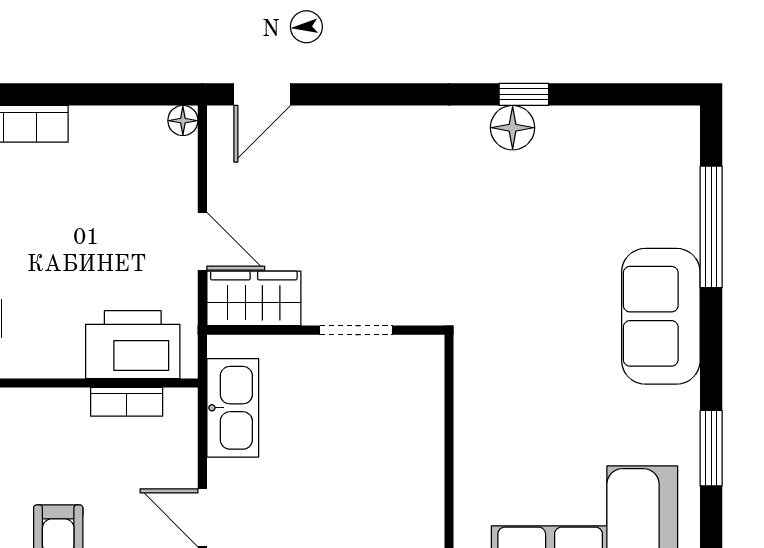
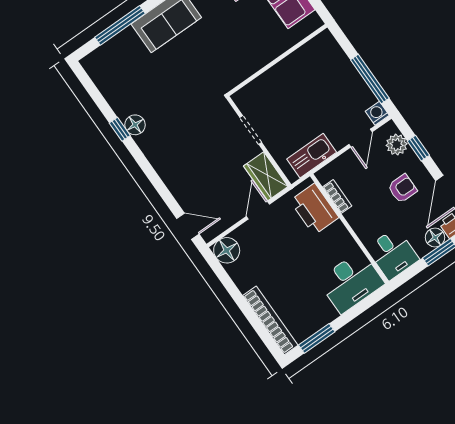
floor lamp: (183, 121) -> (227, 250), width x1.89, depth x1.89

